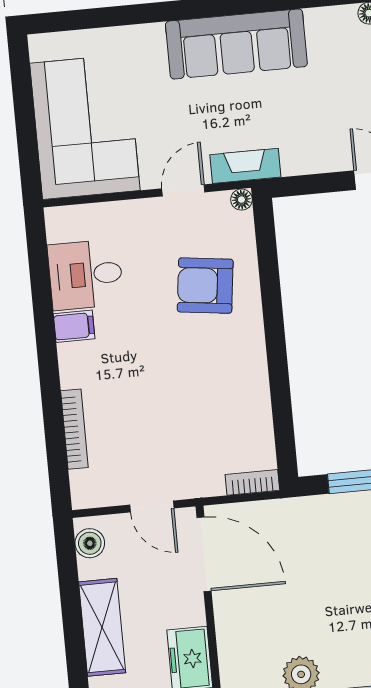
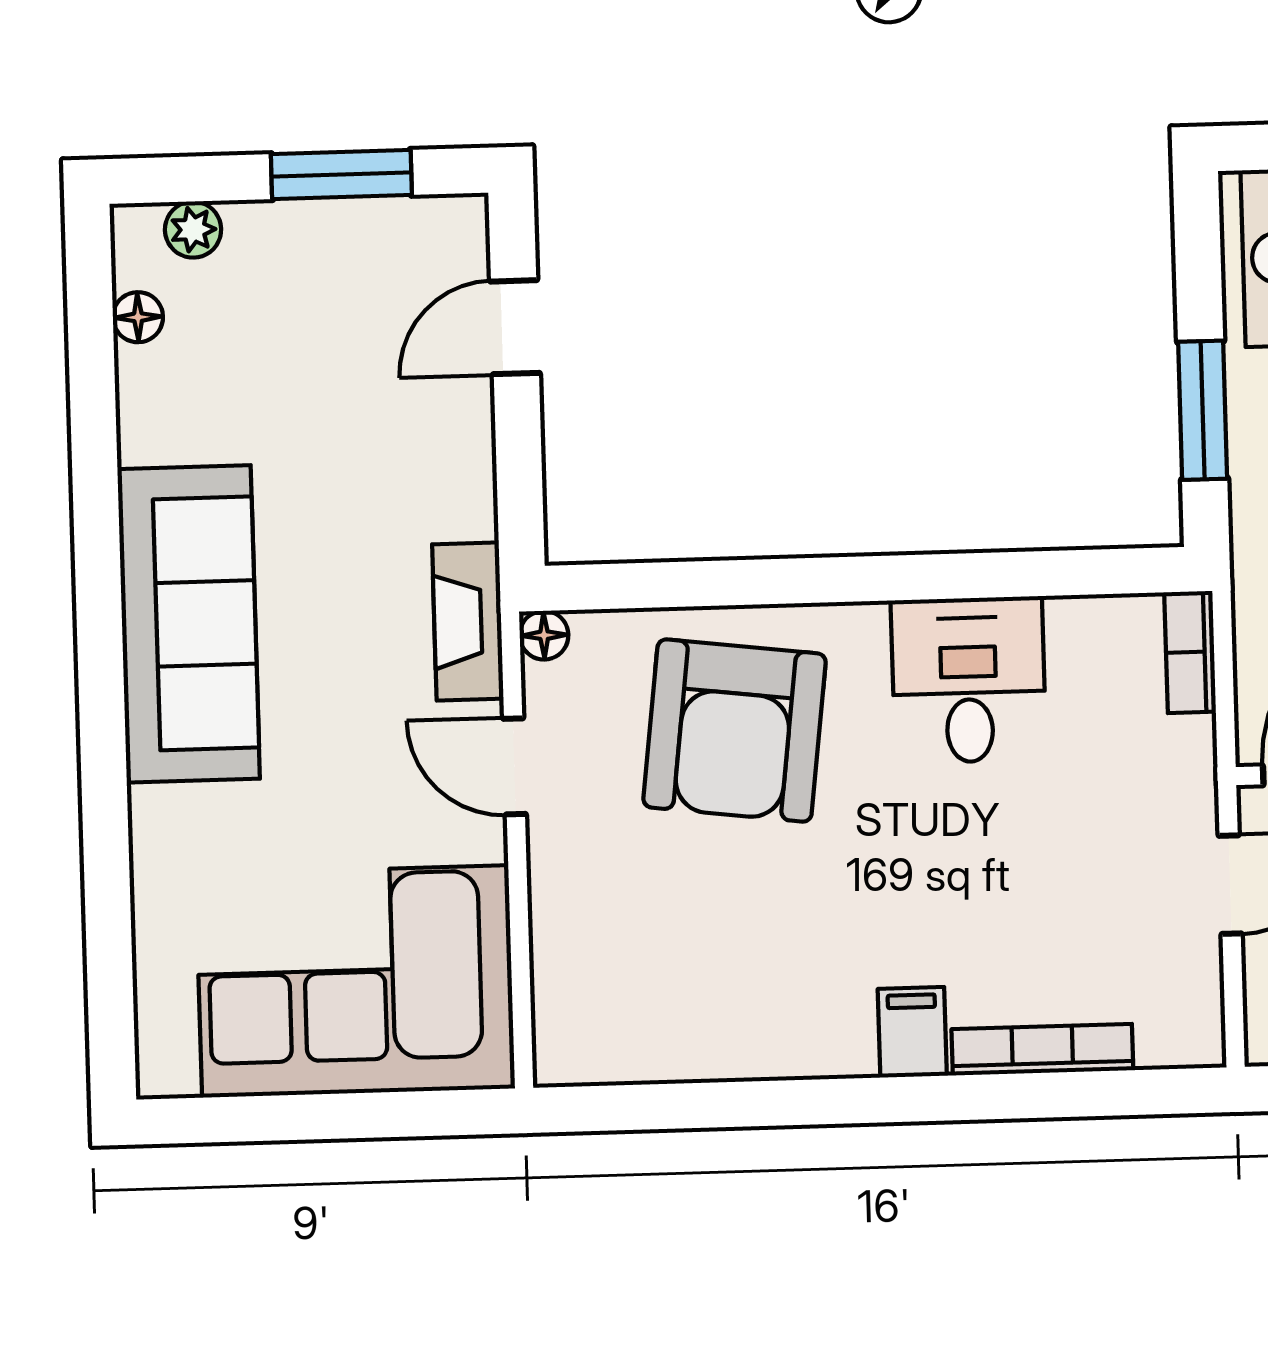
desk: (86, 275) -> (969, 680), moved, turned 180
armchair: (205, 286) -> (735, 731), width x1.36, depth x1.36
filing cabinet: (74, 326) -> (912, 1032), moved

